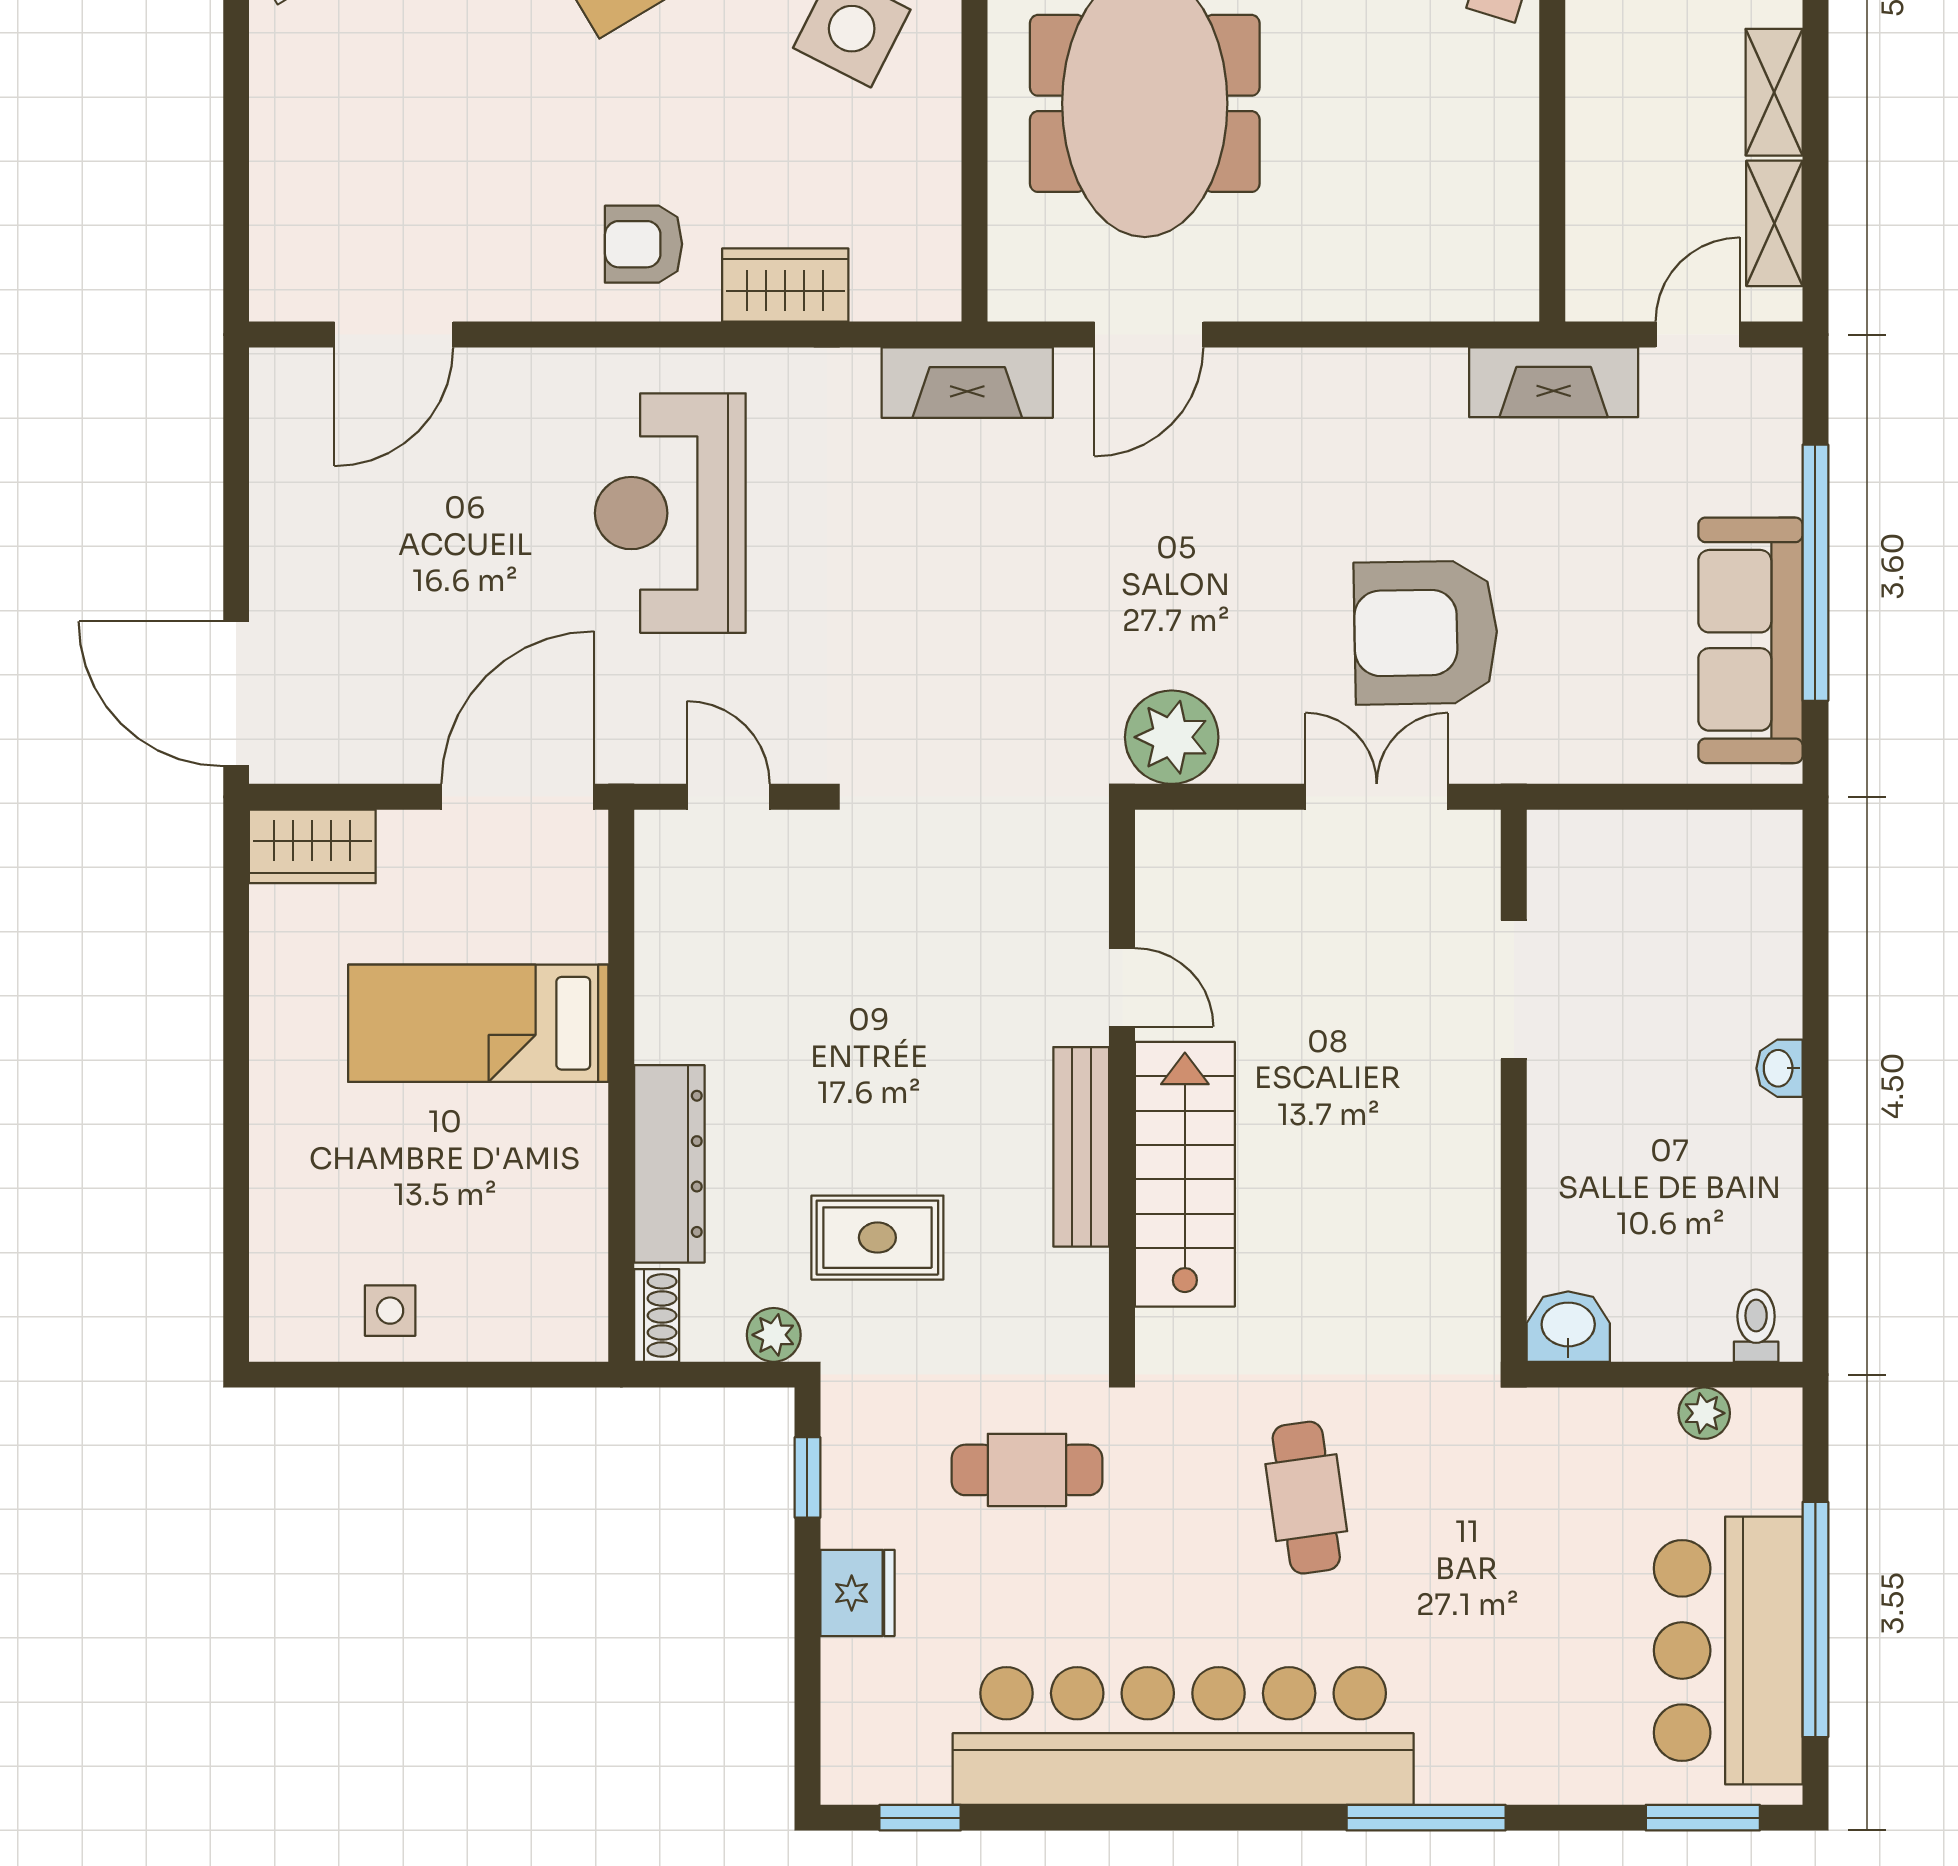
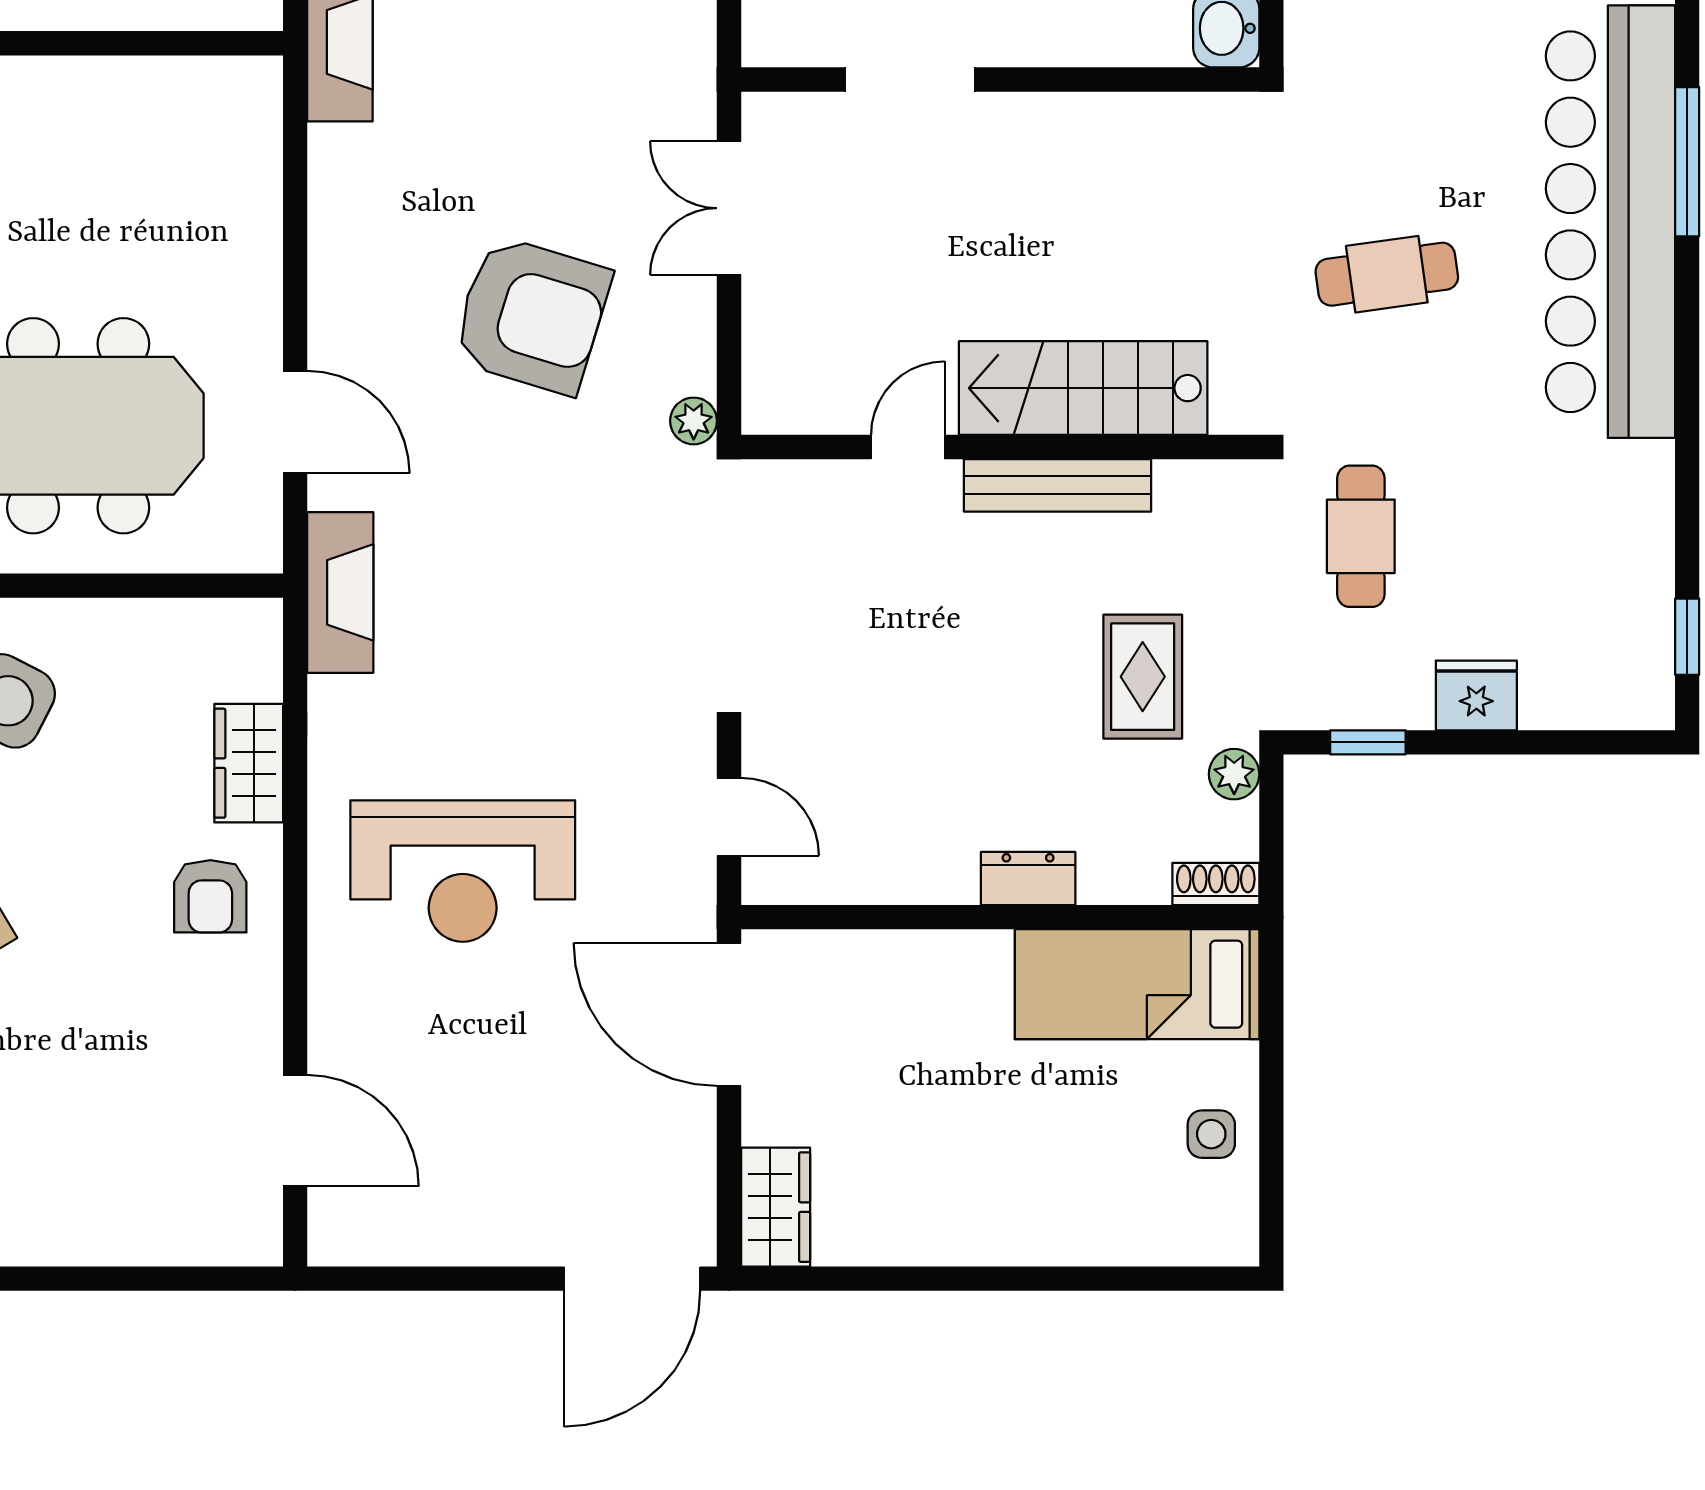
armchair: (1426, 633) -> (531, 315), moved, turned -72
plant: (1172, 737) -> (694, 421), width x0.53, depth x0.53
door: (728, 797) -> (729, 817), swing flipped
bed: (478, 1023) -> (1137, 984), moved, turned 90
dresser: (669, 1164) -> (1028, 878), width x0.51, depth x0.80
bar counter: (1183, 1736) -> (1610, 222), moved

